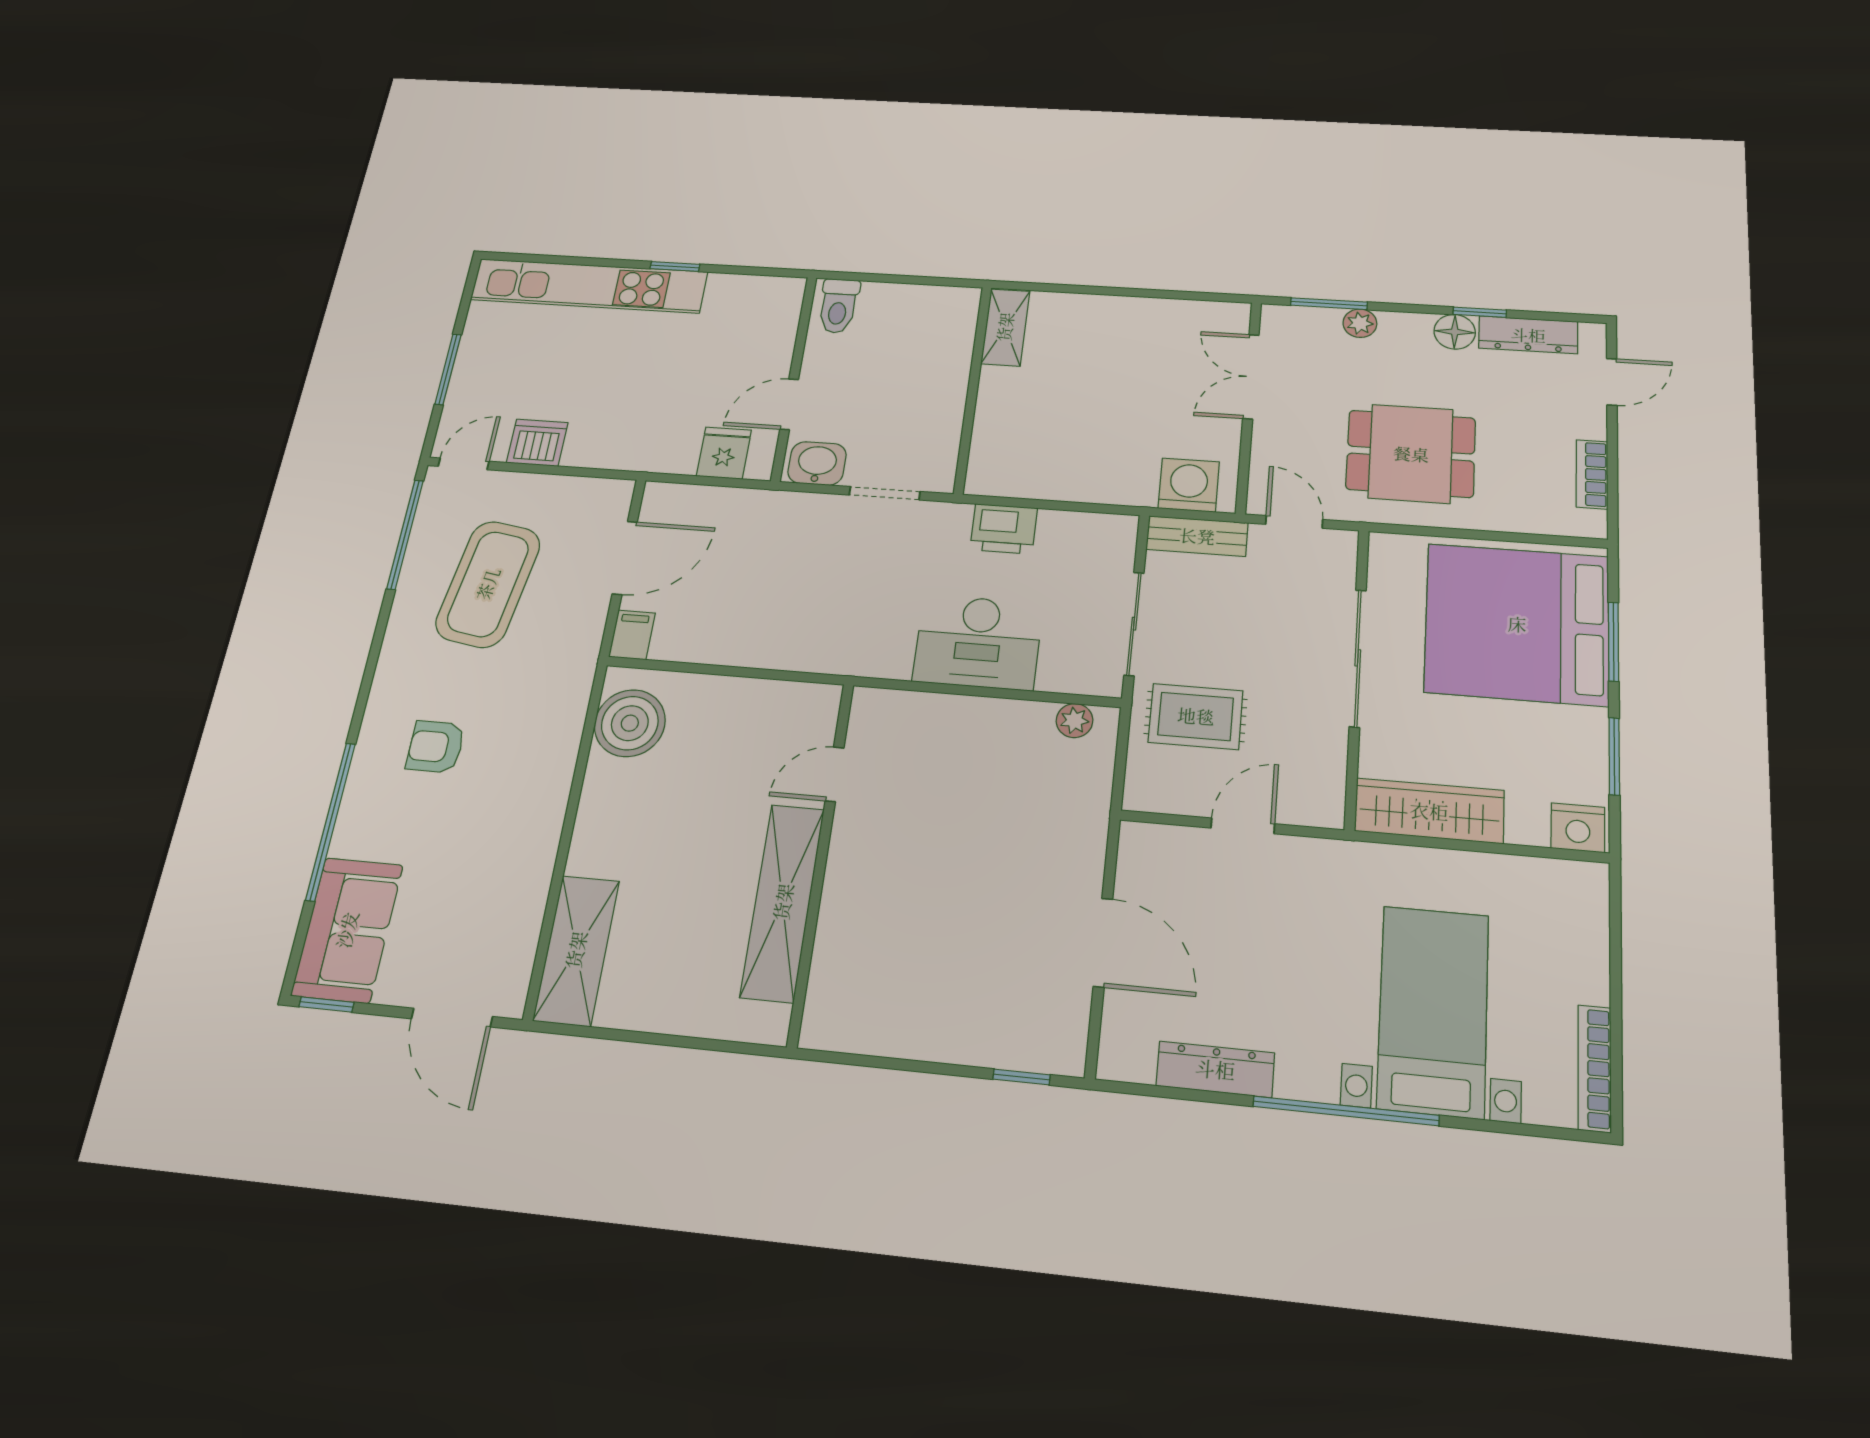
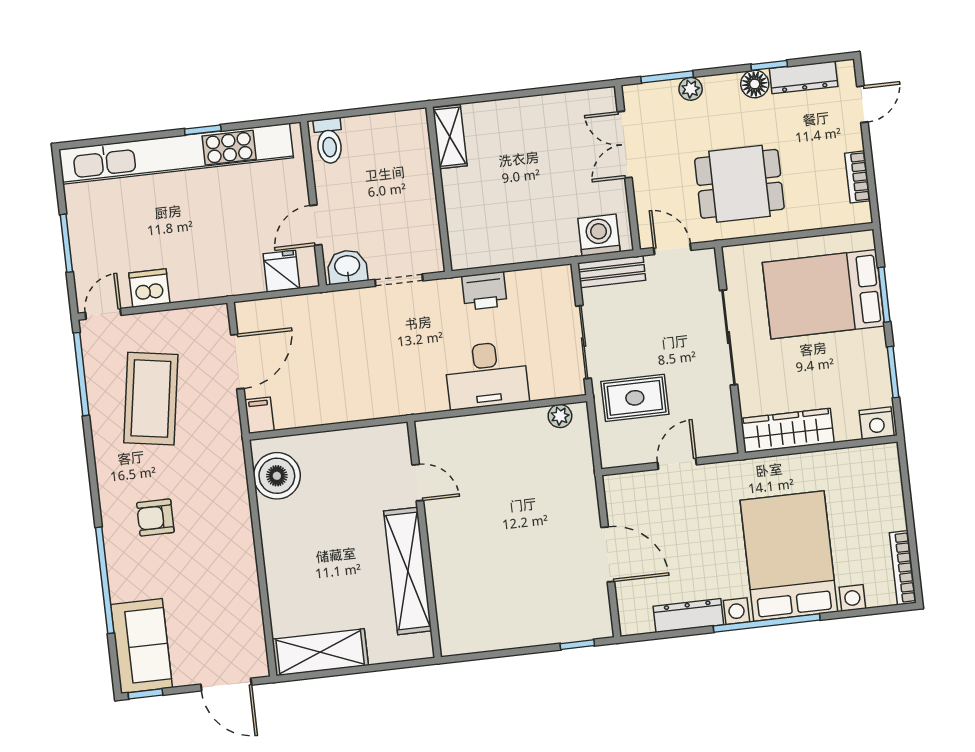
kitchen unit: (589, 286) -> (176, 154), width x1.36
bed: (1517, 624) -> (823, 294), width x0.73
door: (835, 774) -> (418, 483), swing flipped
shelving: (576, 950) -> (320, 652), moved, turned 90
bed with nightstands: (1433, 1011) -> (789, 556), width x1.36

